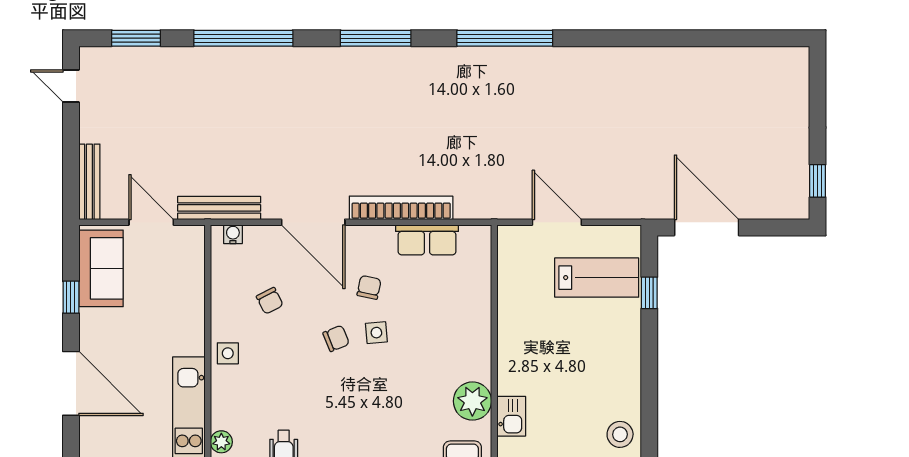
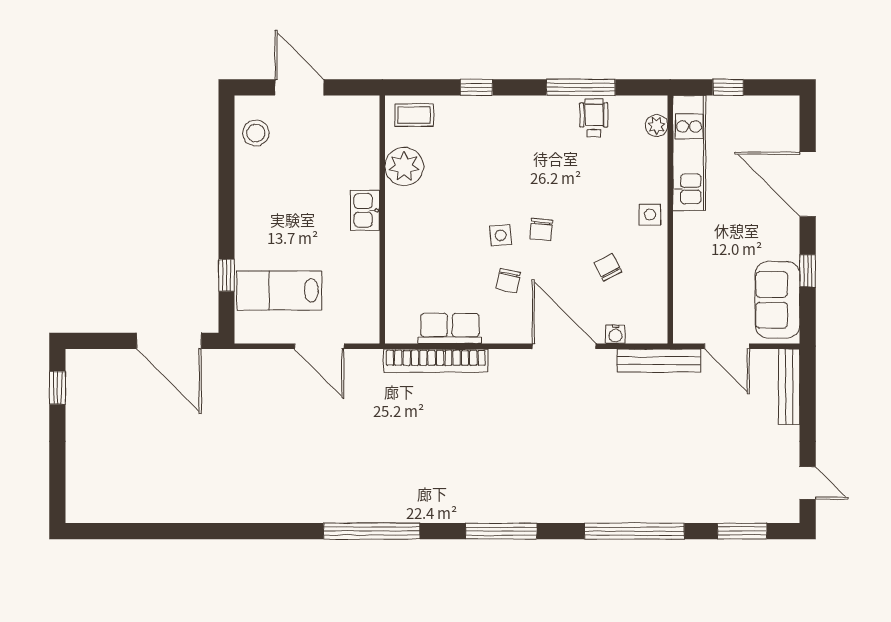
bookcase: (401, 208) -> (436, 361), moved
water cooler: (233, 234) -> (615, 334), moved
chair: (336, 338) -> (541, 229), turned -63
kitchen sink: (511, 416) -> (365, 210), moved

